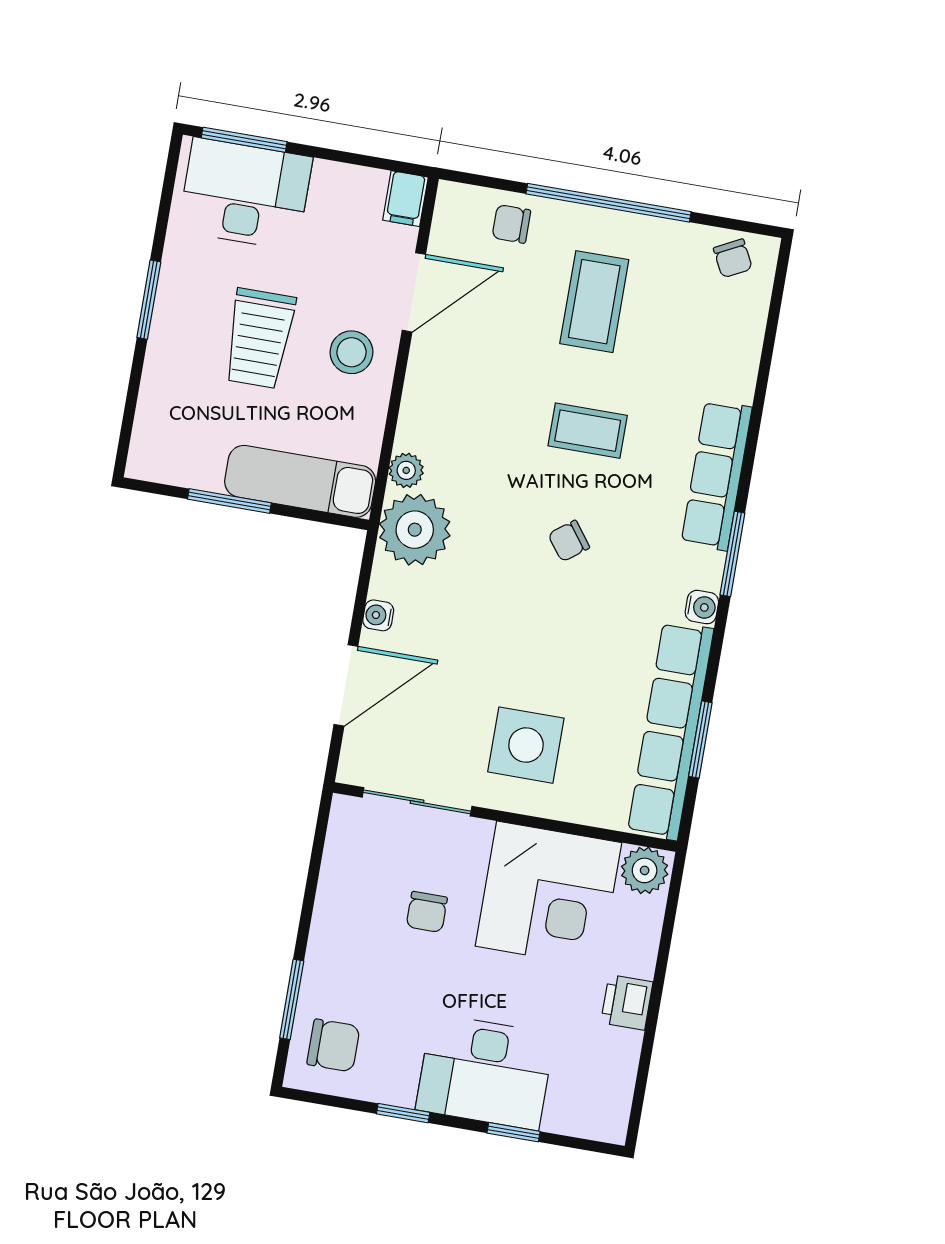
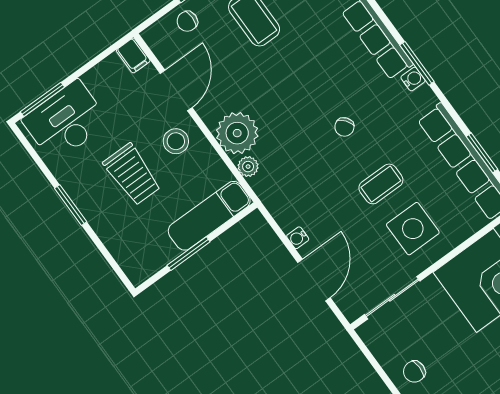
coffee table: (588, 431) -> (381, 184), moved
plant: (415, 530) -> (237, 133), moved
water cooler: (702, 607) -> (413, 79), moved
chair: (427, 912) -> (414, 372), moved, turned 90

